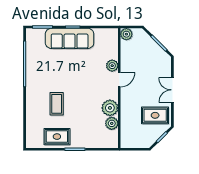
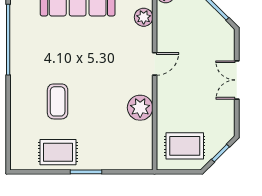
plant: (112, 66) -> (144, 17), moved
rug: (155, 115) -> (185, 146), moved
plant: (112, 123) -> (143, 132), removed

